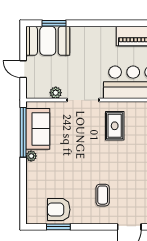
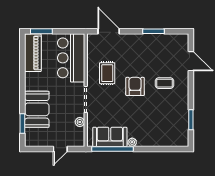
booth: (48, 41) -> (37, 109), moved
rug: (115, 126) -> (107, 73), turned 90
armchair: (59, 210) -> (135, 86), moved, turned 180

